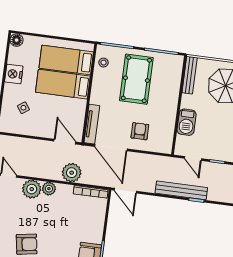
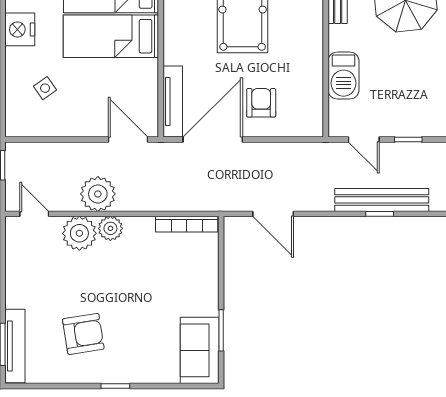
door: (111, 148) -> (213, 139), swing flipped
plant: (72, 173) -> (98, 194), moved
bench: (181, 190) -> (382, 200), moved
door: (125, 191) -> (273, 214), moved

